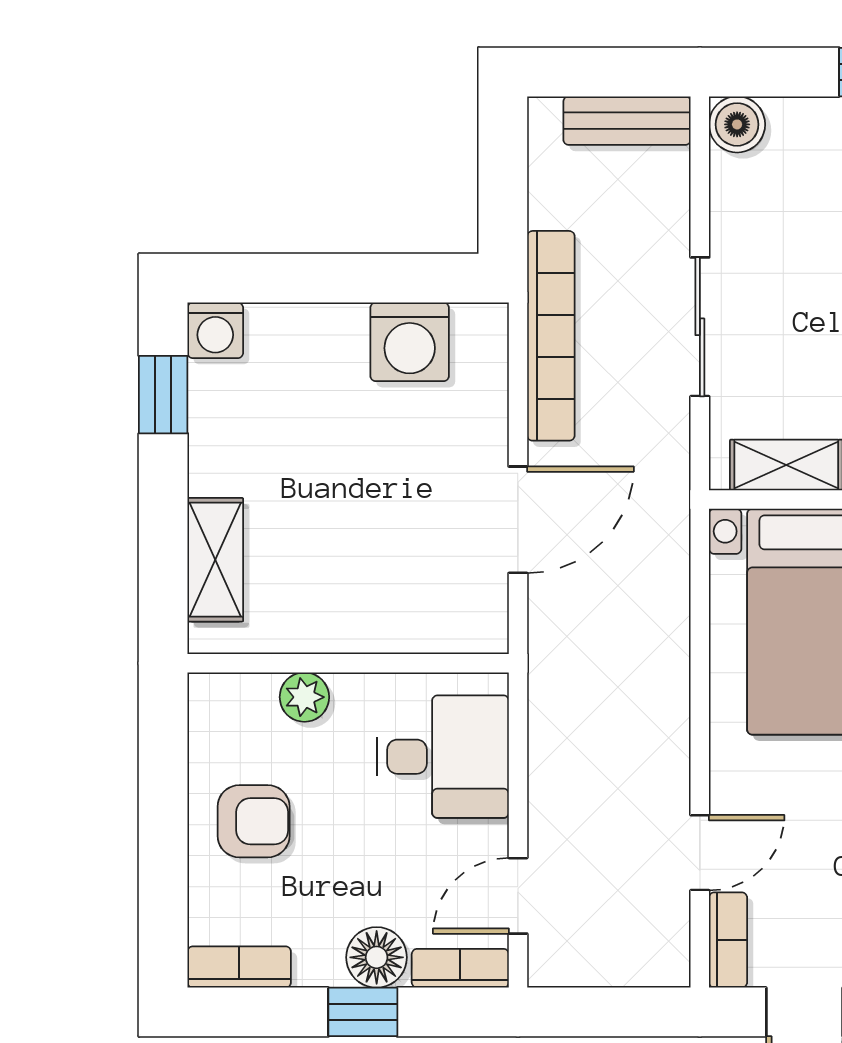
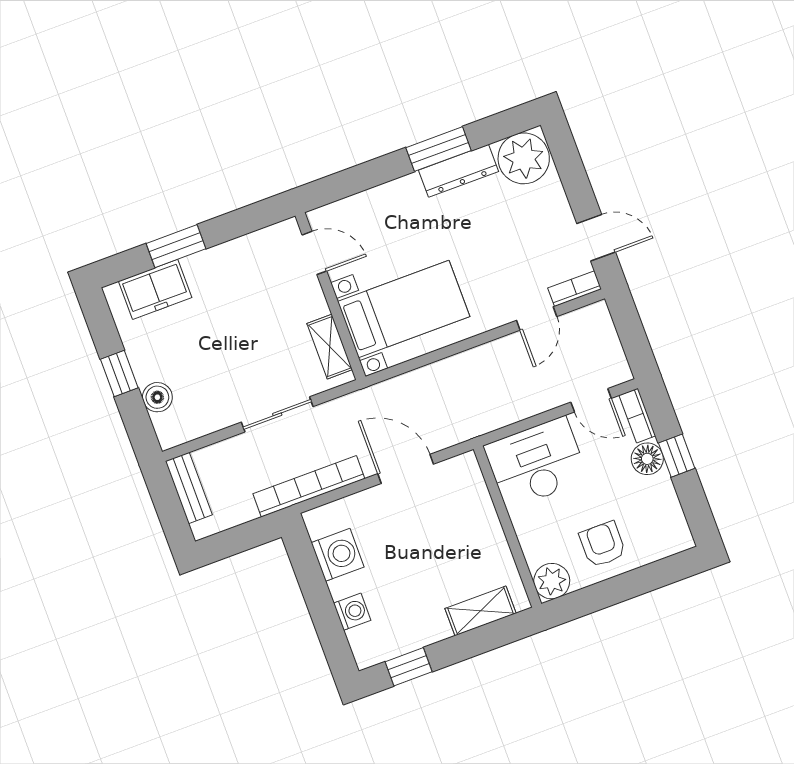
boiler: (737, 124) -> (157, 397), moved
washing machine: (215, 330) -> (352, 612), moved
plant: (304, 697) -> (552, 581), moved, width x1.38, depth x1.38
desk: (443, 757) -> (536, 463), width x1.37
door: (700, 853) -> (537, 318), swing flipped
bookcase: (239, 967) -> (677, 525), removed

